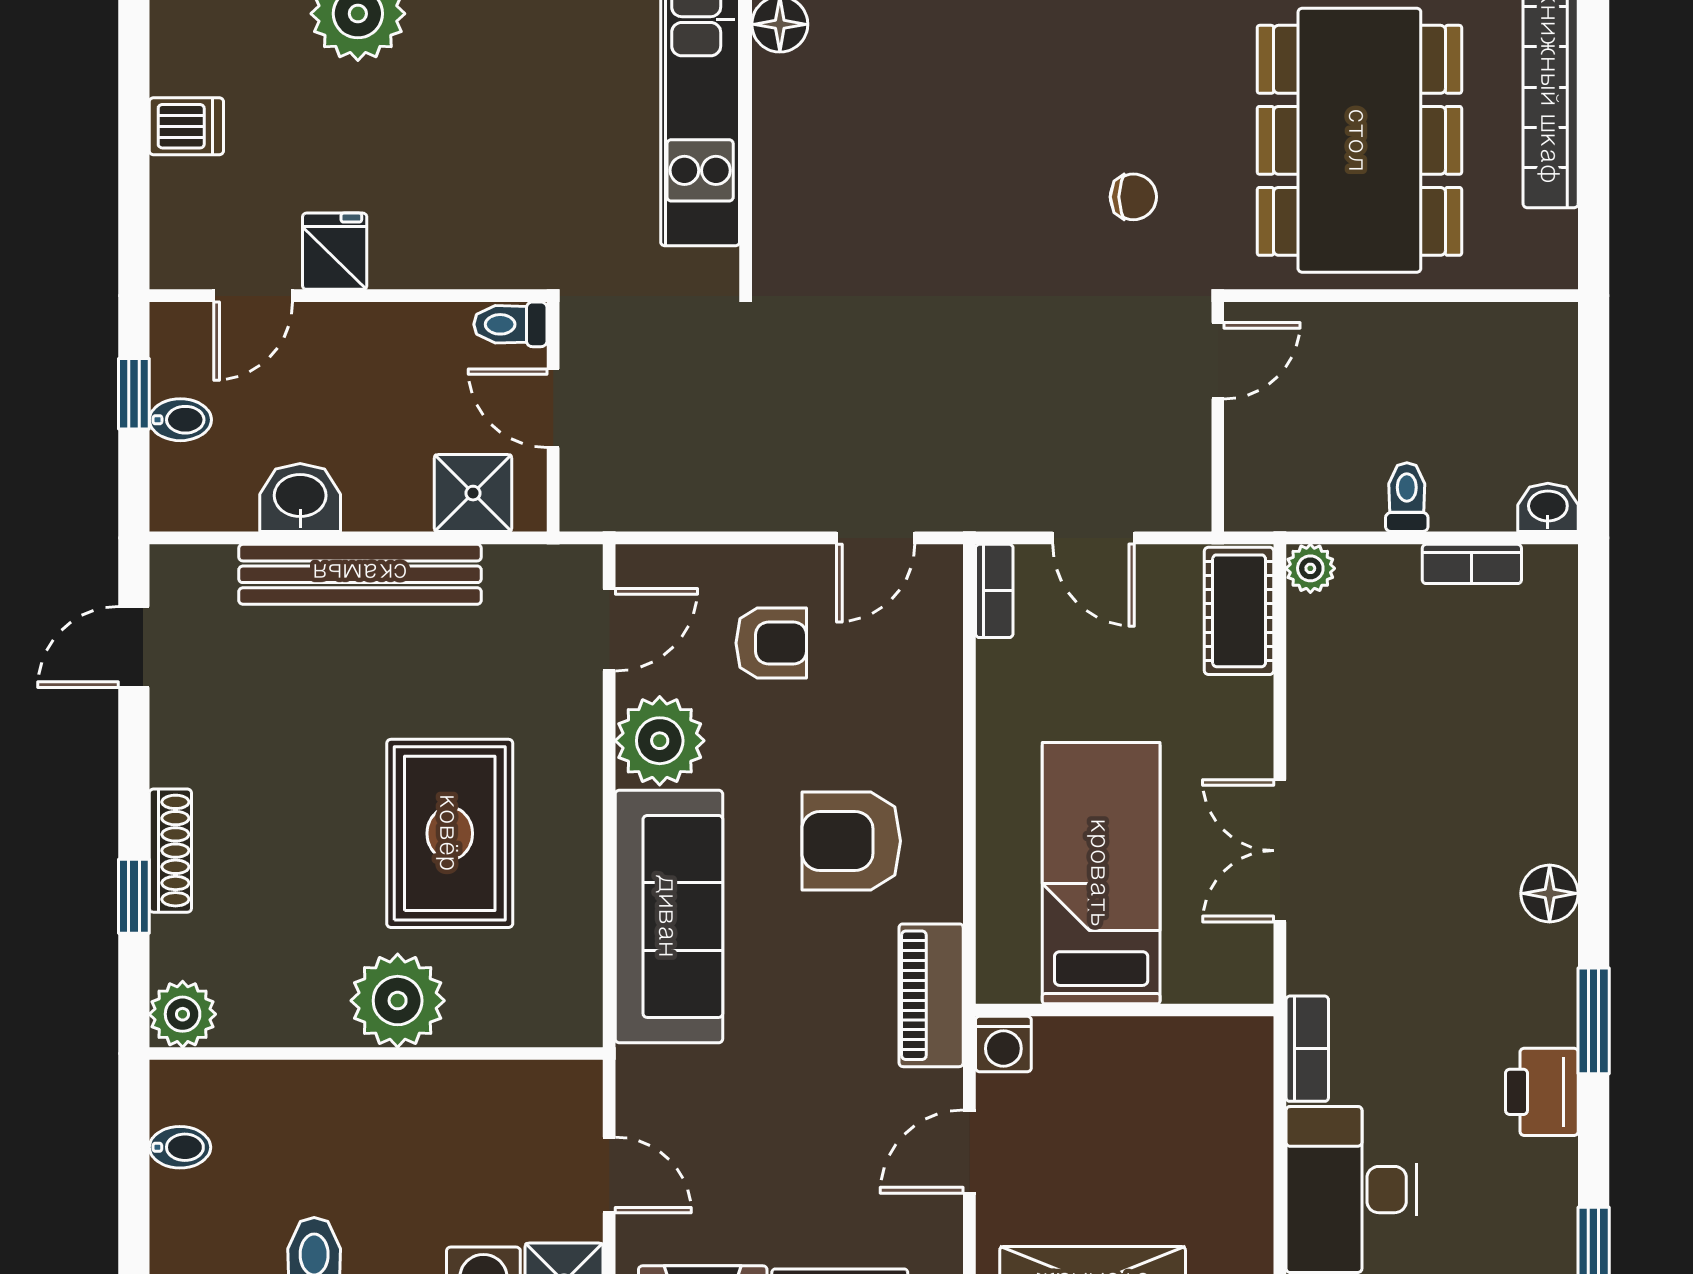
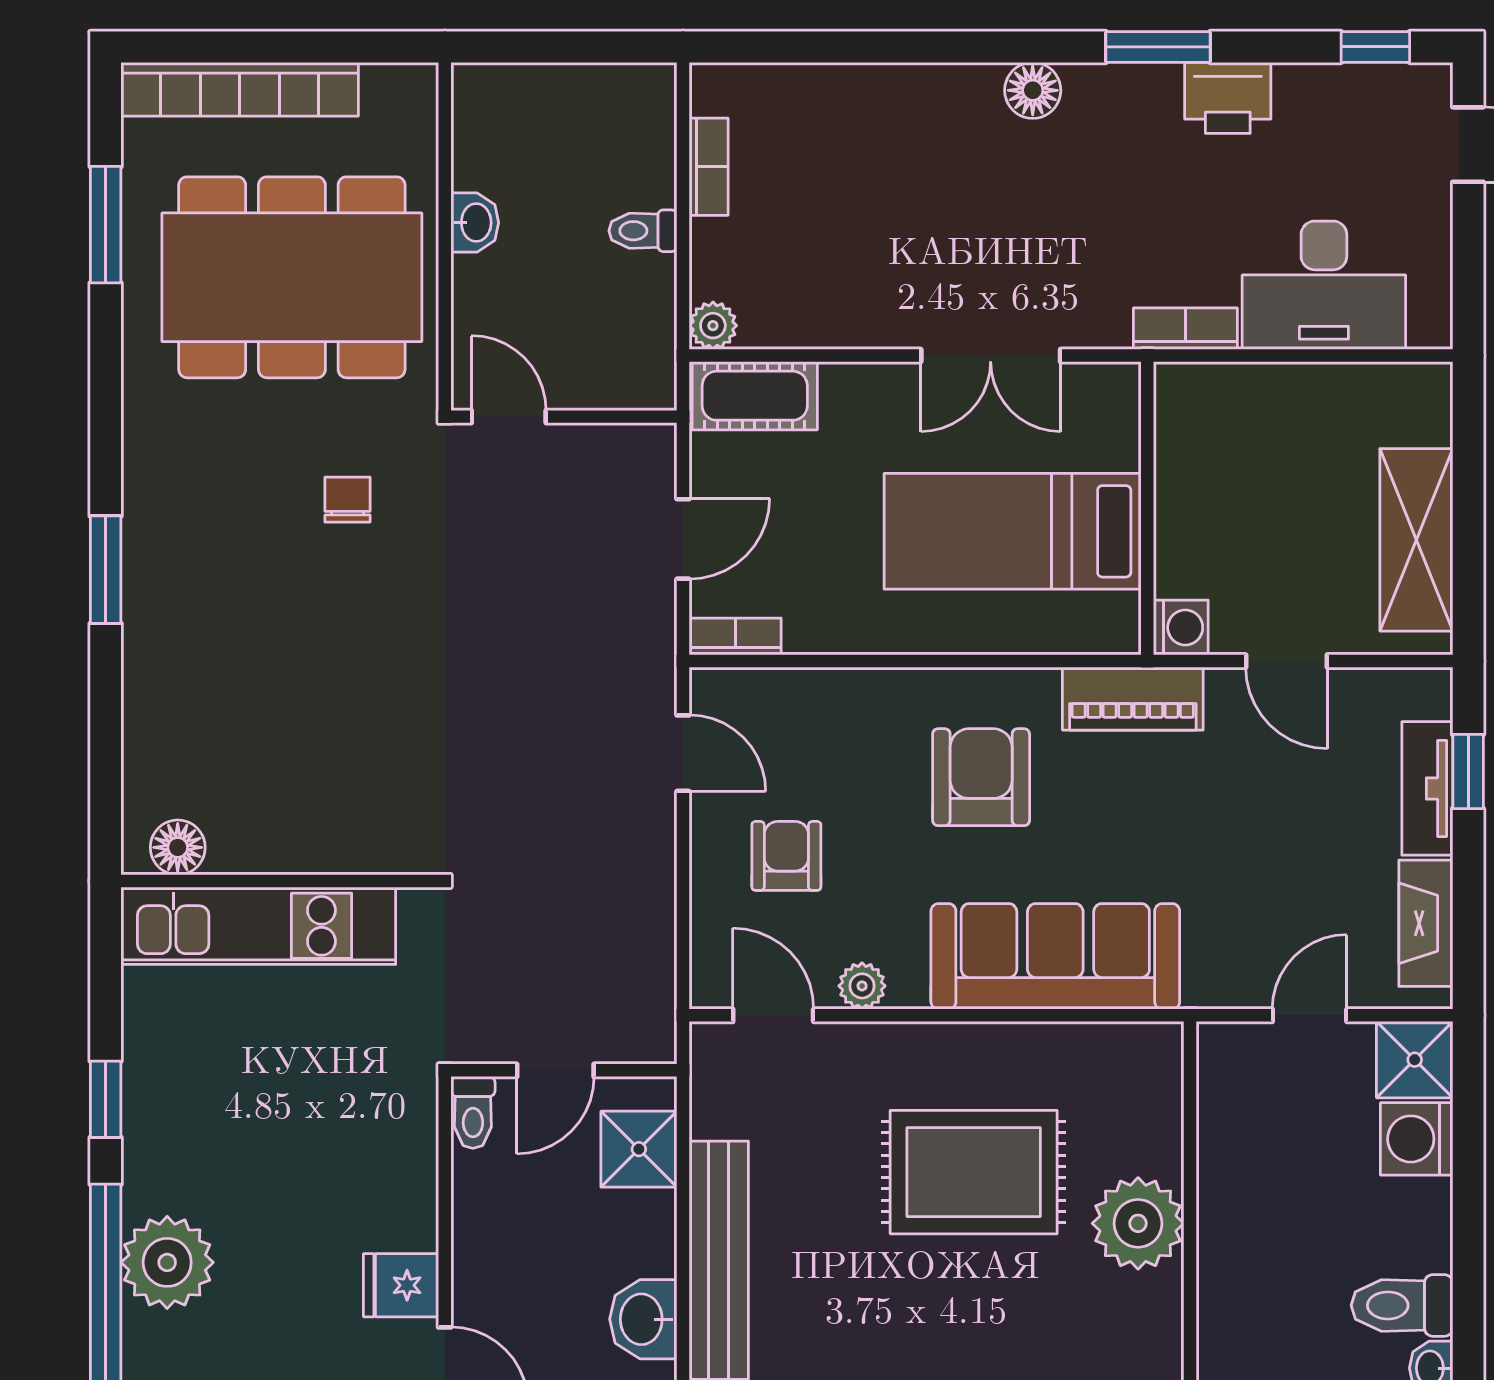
washbasin: (1548, 507) -> (475, 223), moved, turned 180
plant: (660, 741) -> (862, 986), width x0.53, depth x0.53
armchair: (851, 841) -> (981, 777), turned 180

